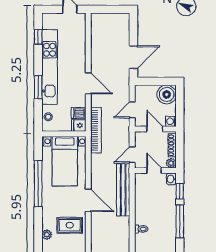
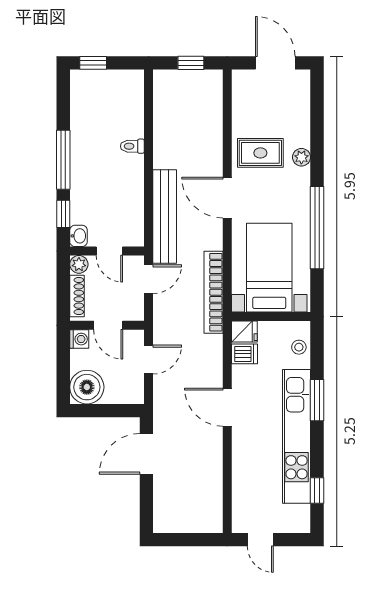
bookcase: (96, 130) -> (214, 292), moved
plant: (47, 235) -> (301, 157), moved

